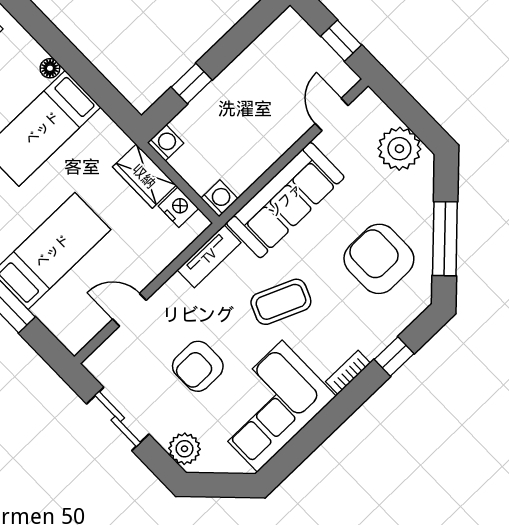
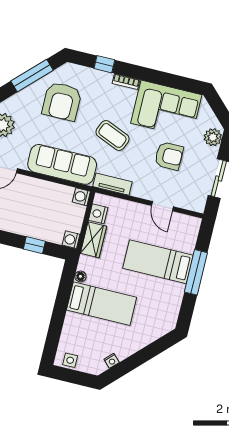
floor lamp: (50, 68) -> (80, 276), moved

